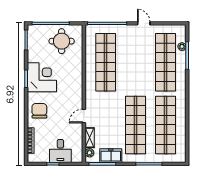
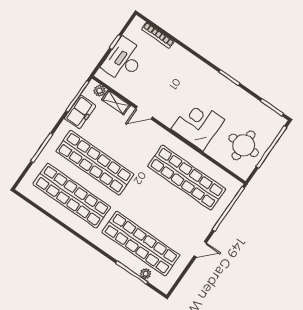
corner desk: (42, 77) -> (198, 124), moved, turned 180
chair: (39, 111) -> (184, 68), removed
door: (84, 116) -> (144, 113), swing flipped
desk: (60, 151) -> (124, 60), width x1.37

